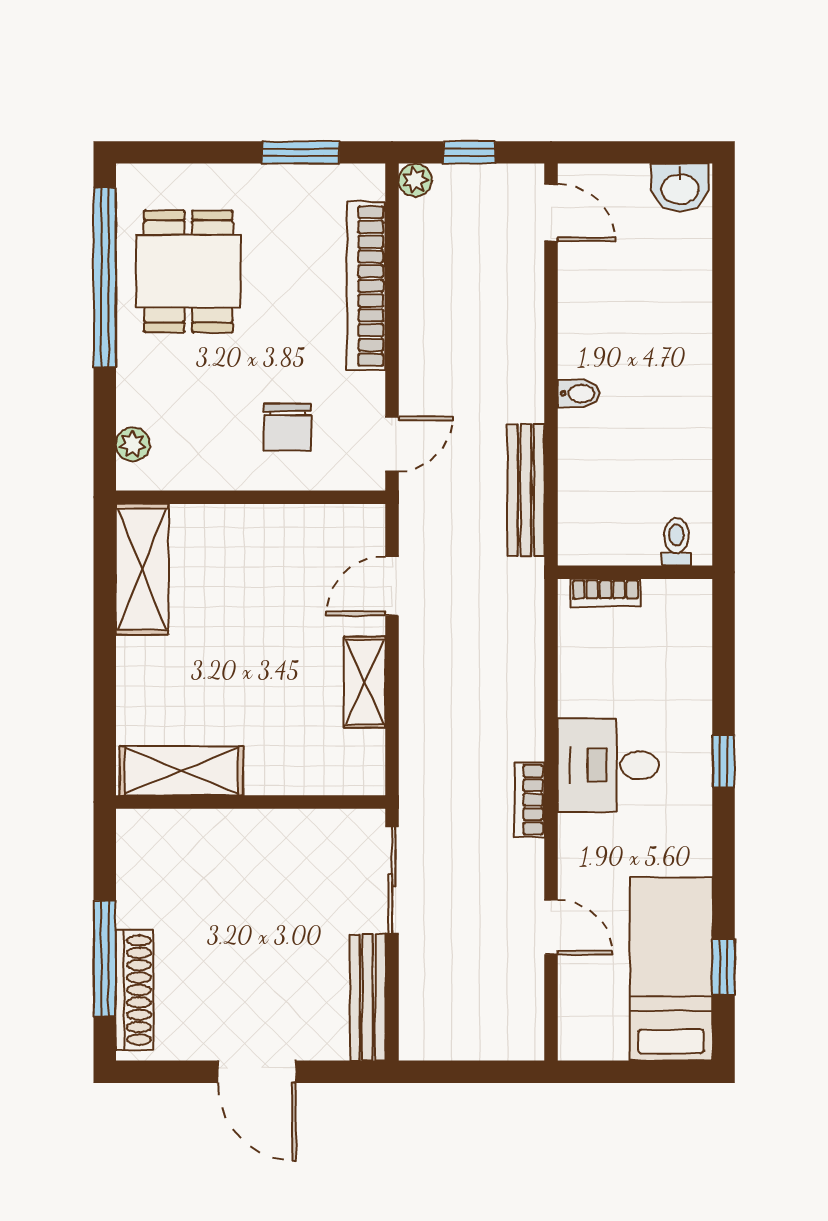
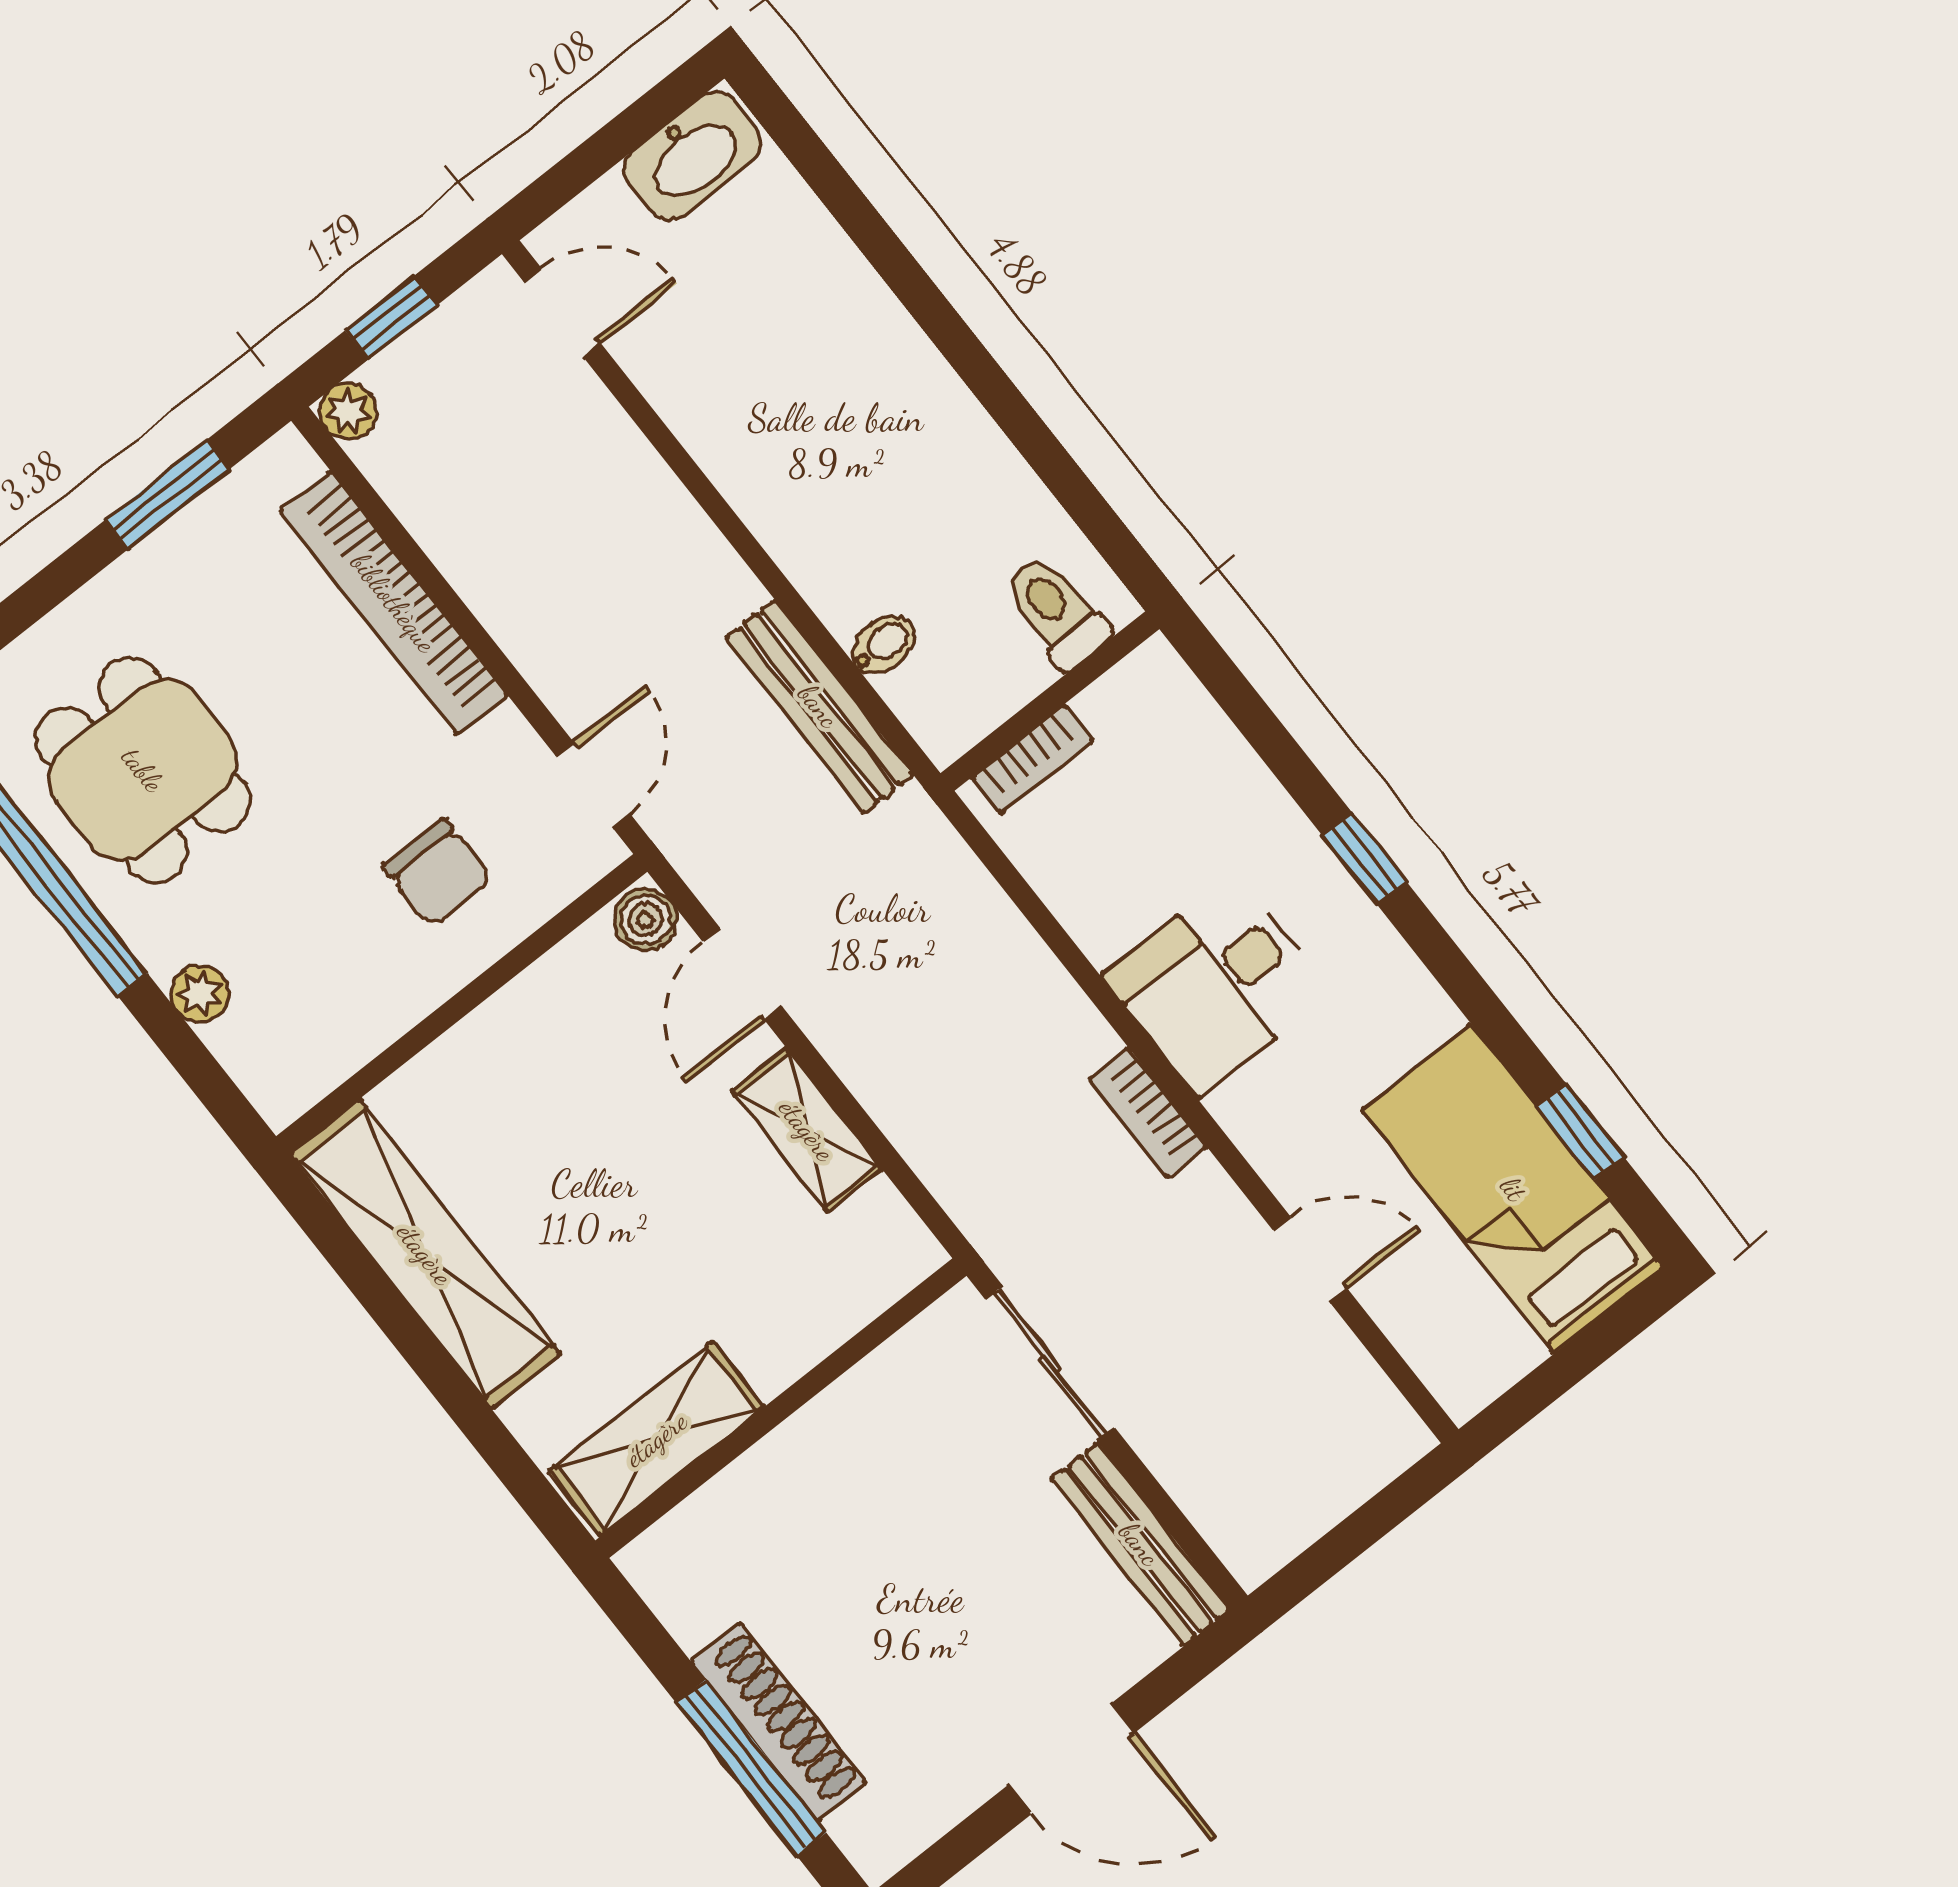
washbasin: (680, 188) -> (692, 156), width x1.38
bidet: (578, 393) -> (883, 645), moved
plant: (133, 444) -> (200, 994), moved
boiler: (367, 525) -> (646, 920), added
toilet: (676, 542) -> (1056, 611), width x1.37, depth x1.39
shelving: (142, 569) -> (425, 1254), width x1.47
shoe rack: (134, 990) -> (779, 1722), moved

